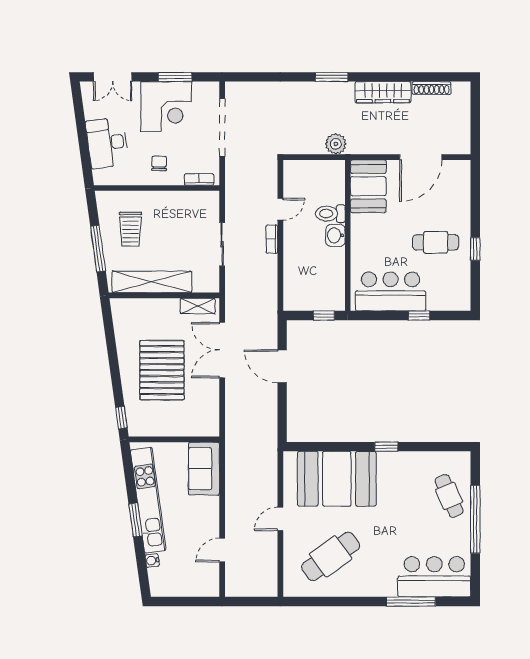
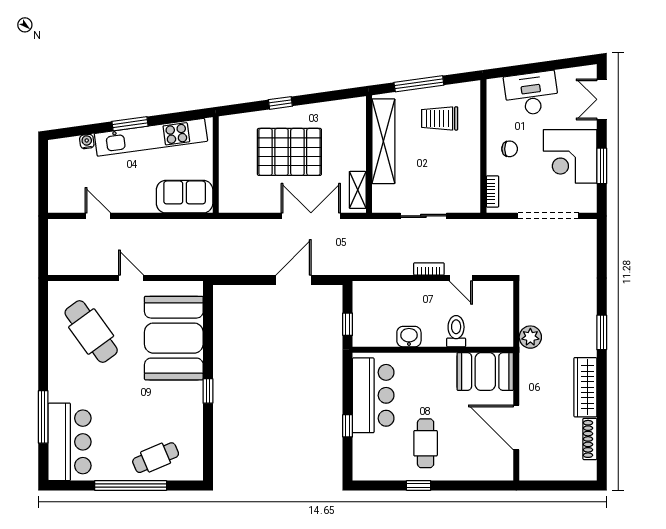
washbasin: (335, 235) -> (409, 337), moved
window: (121, 418) -> (280, 103), moved

